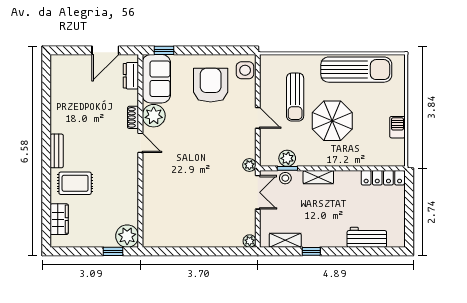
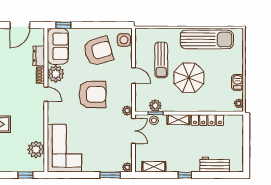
dresser: (131, 76) -> (39, 56), moved
armchair: (211, 85) -> (98, 51), turned 74
armchair: (203, 143) -> (92, 94), added
plant: (399, 155) -> (239, 103), added
locker: (383, 178) -> (207, 120), moved
corner sofa: (165, 215) -> (64, 148), added
plant: (127, 236) -> (36, 150), moved
window: (226, 251) -> (110, 175), added
window: (311, 251) -> (185, 175), moved

